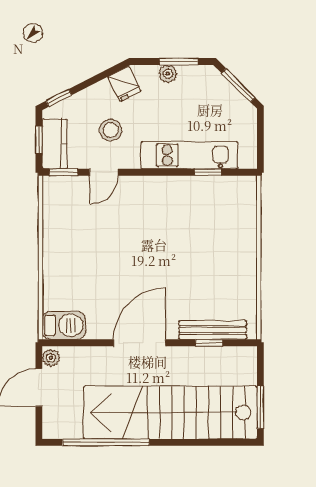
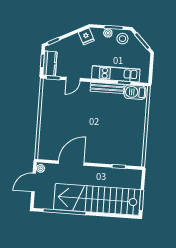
stool: (111, 130) -> (122, 39), moved
barbecue: (64, 325) -> (135, 92), moved, turned 180
bench: (213, 330) -> (107, 88), moved
door: (140, 343) -> (71, 163), moved

